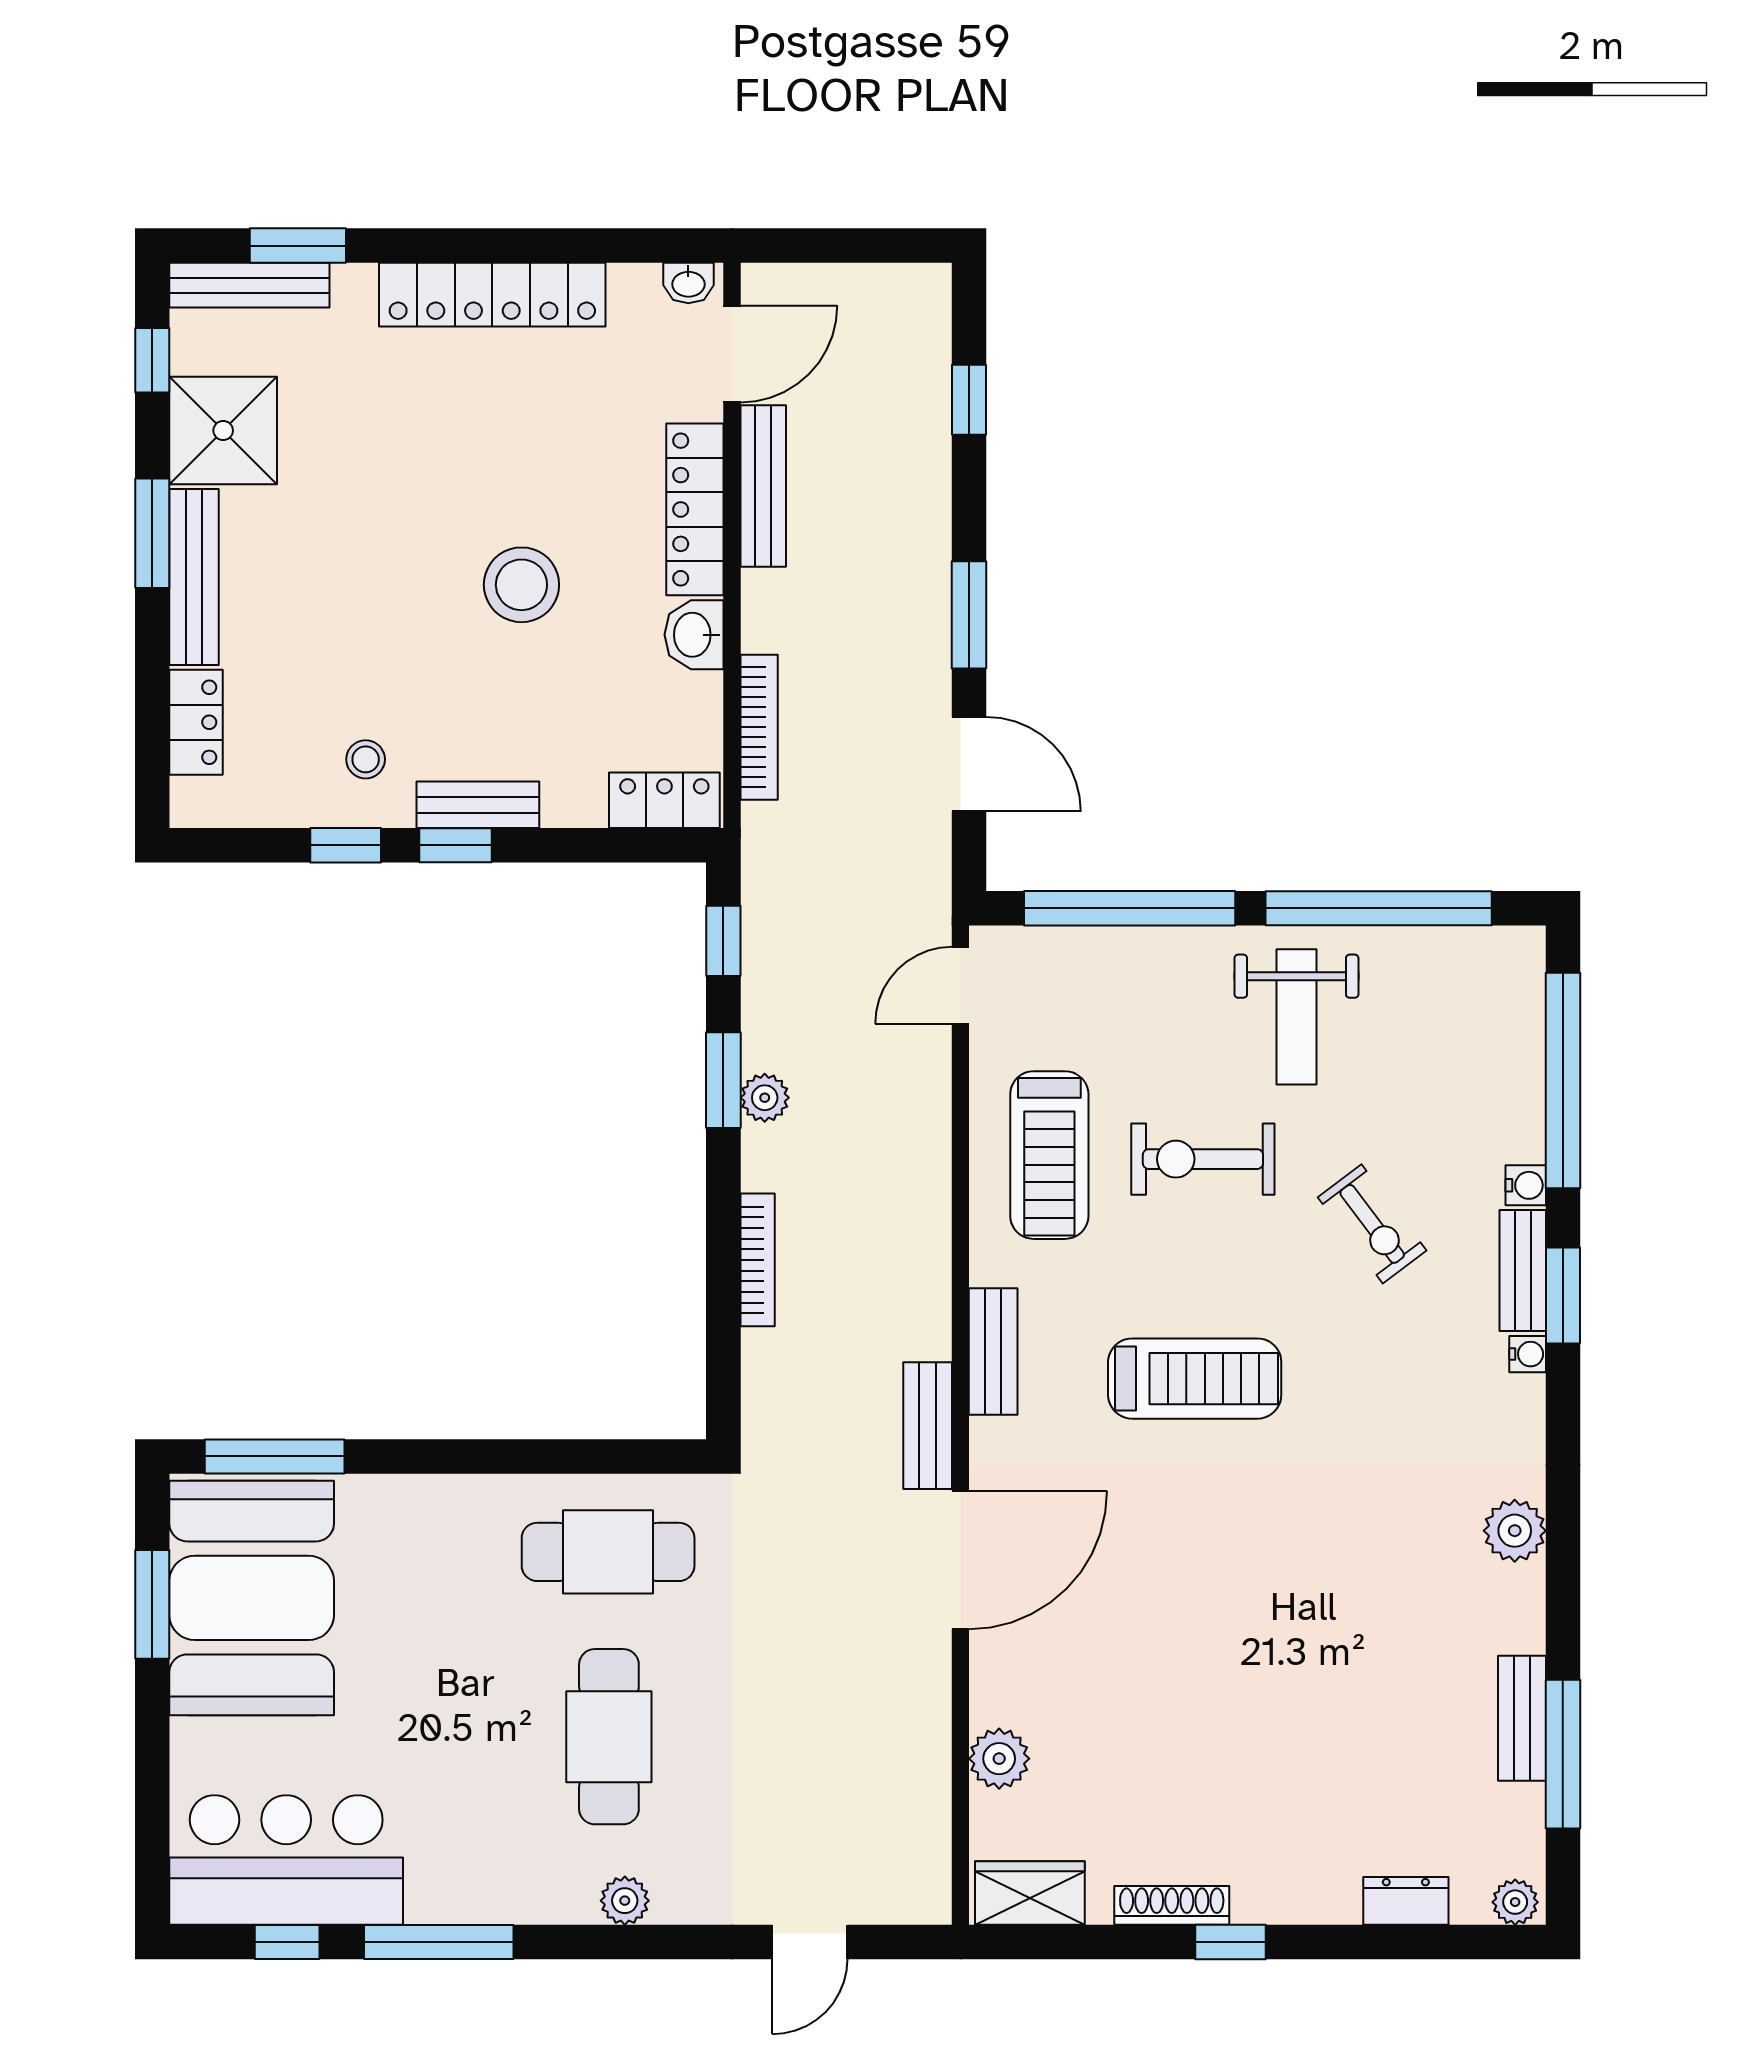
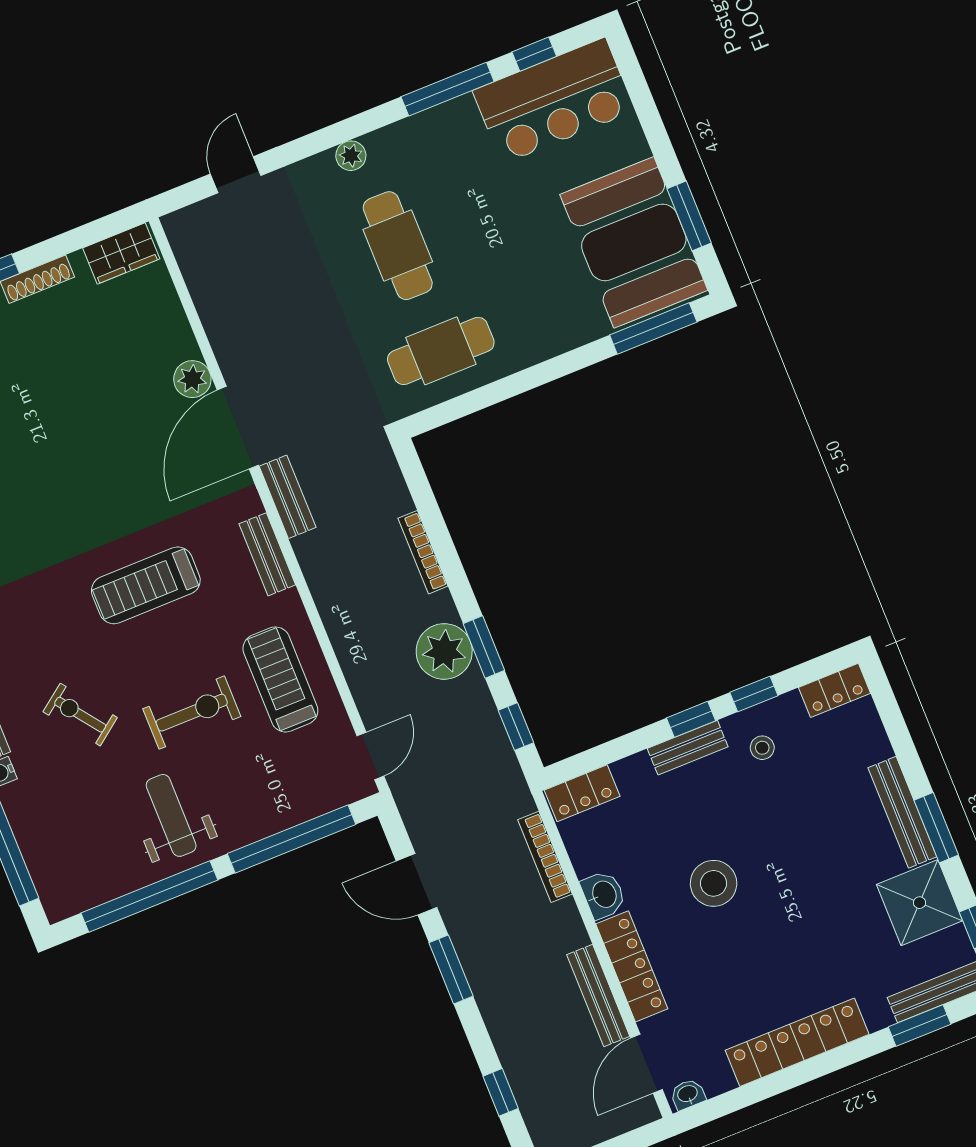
locker: (196, 722) -> (835, 690), moved, turned -90
plant: (765, 1098) -> (444, 651), width x1.87, depth x1.87
plant: (999, 1759) -> (192, 379), moved

